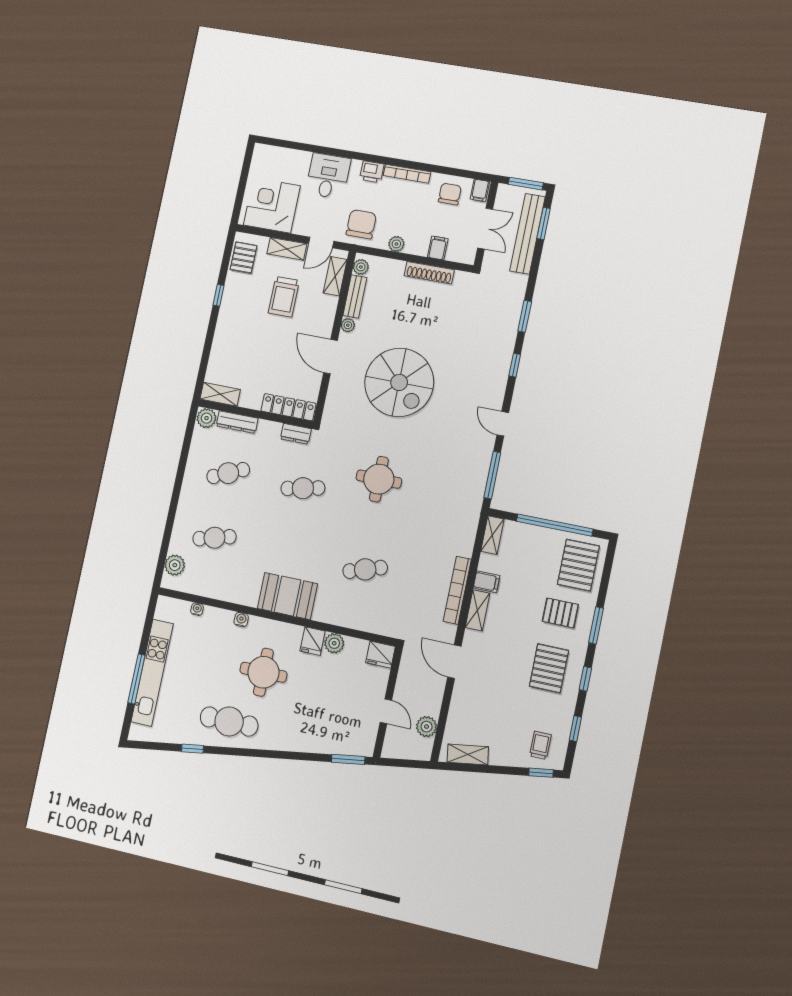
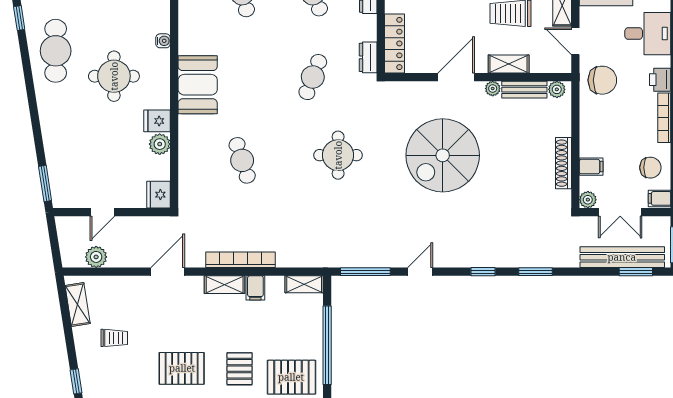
plant: (396, 244) -> (588, 200), moved
shelving: (335, 276) -> (509, 64), moved
cafe table: (303, 488) -> (313, 77), turned 33
trolley: (540, 745) -> (114, 338), moved

